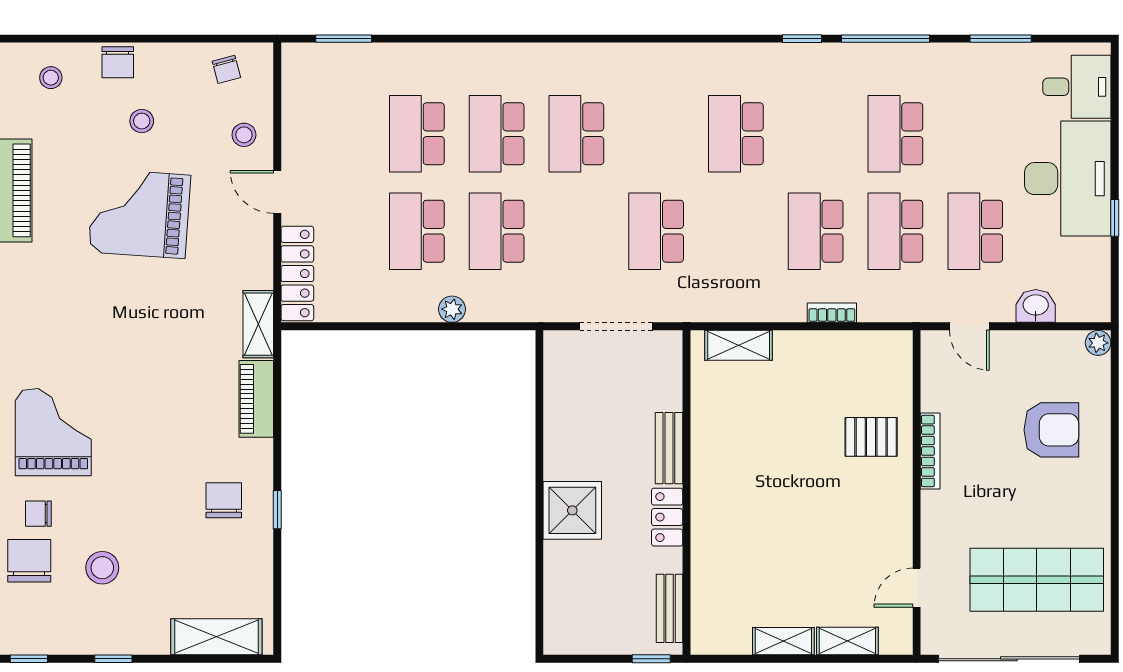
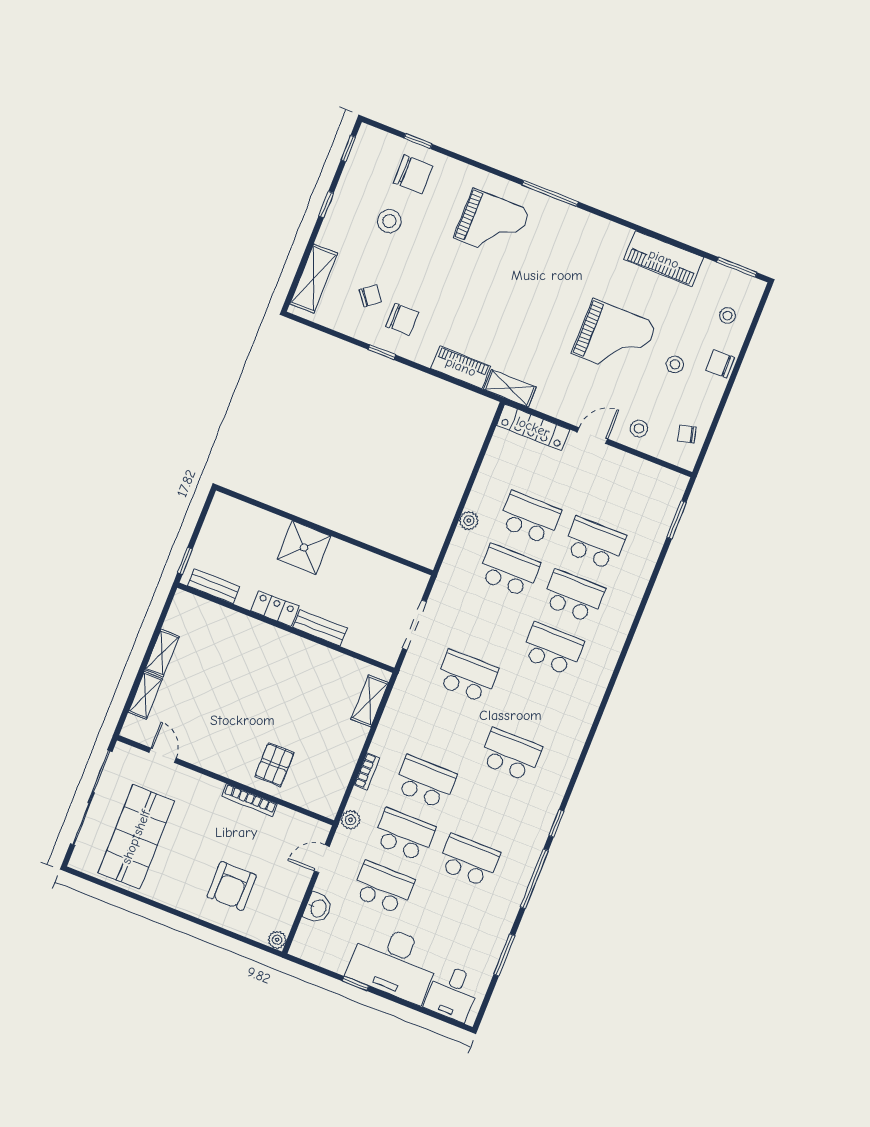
grand piano: (139, 214) -> (614, 339), turned 86
plant: (904, 309) -> (351, 820), added
chair: (38, 514) -> (370, 296), moved, turned 52

